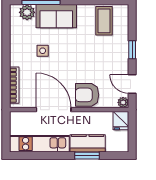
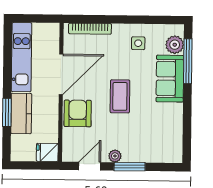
coffee table: (104, 21) -> (120, 96), moved, turned 90
window: (132, 50) -> (130, 167), width x1.50
side table: (43, 51) -> (138, 43), moved
plant: (123, 102) -> (115, 156), moved

